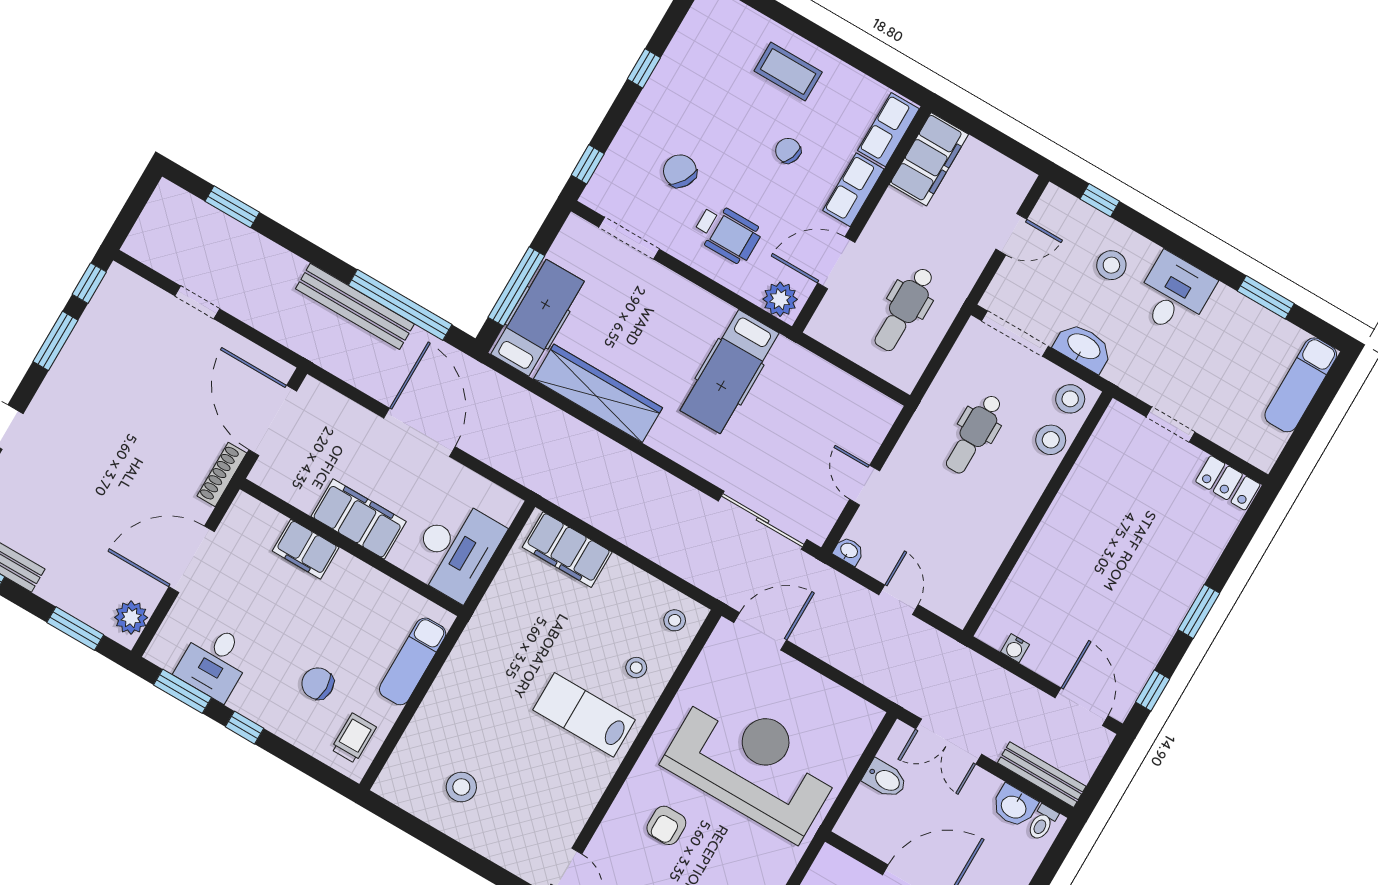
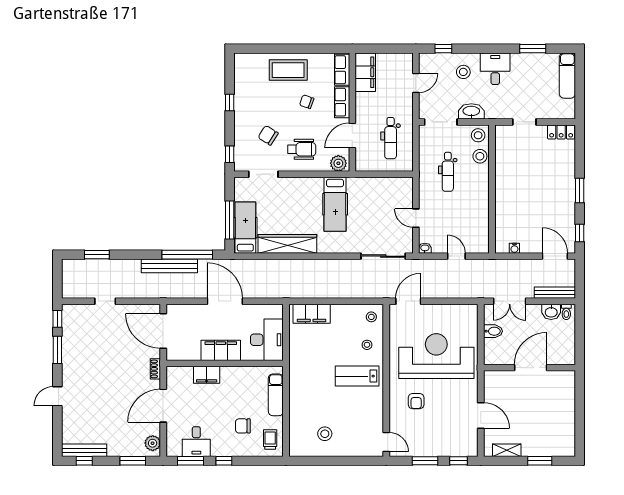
coffee table: (788, 72) -> (288, 70), width x1.36, depth x1.32
shoe rack: (222, 474) -> (155, 369), width x0.70

